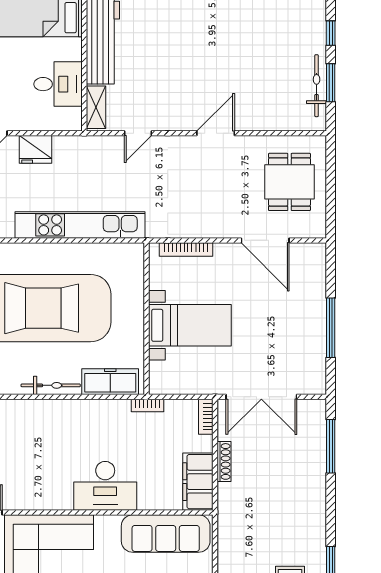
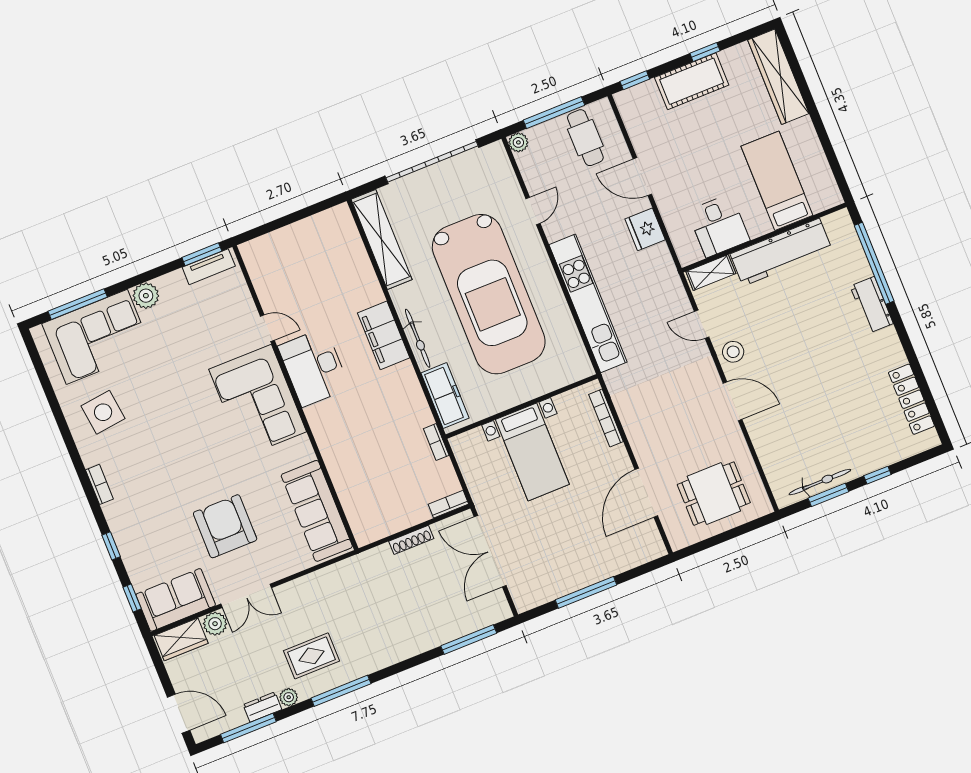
stool: (173, 116) -> (733, 352), added
filing cabinet: (198, 482) -> (384, 335), moved, turned -90
desk: (105, 486) -> (314, 367), moved

